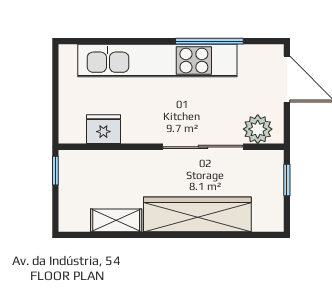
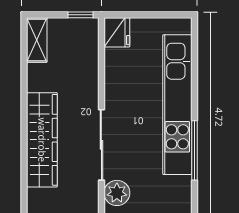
fridge: (103, 129) -> (117, 32), moved
shelving: (116, 220) -> (37, 40), moved

